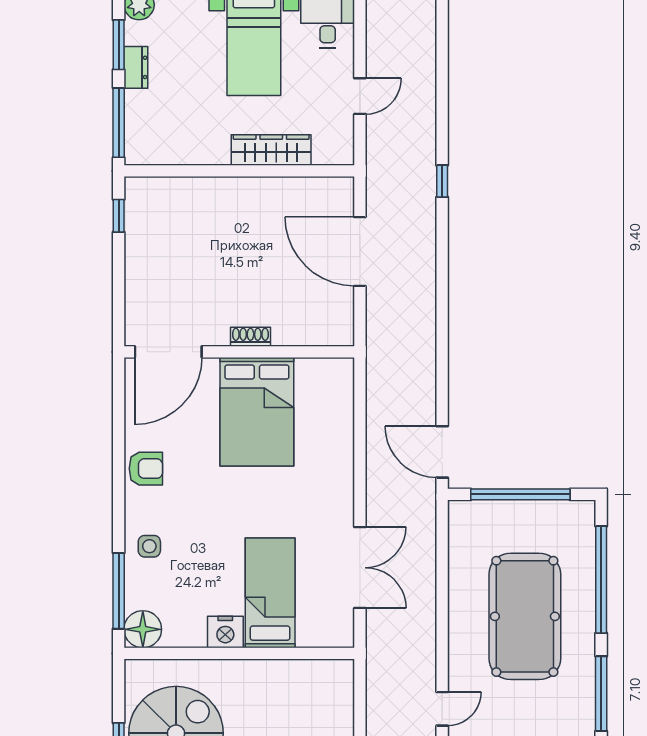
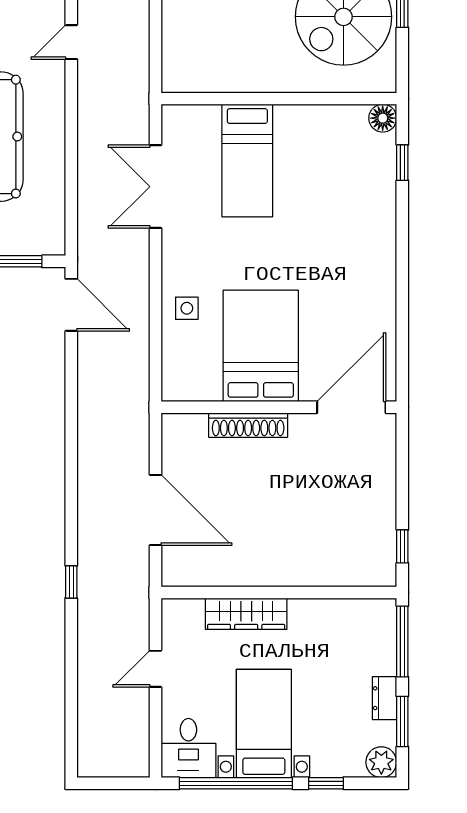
shoe rack: (250, 337) -> (248, 425), width x1.94, depth x1.24
armchair: (146, 469) -> (374, 288), removed
side table: (149, 546) -> (187, 308), moved
window: (119, 591) -> (402, 163), width x0.46
floor lamp: (143, 629) -> (383, 118), width x0.73, depth x0.73
nightstand: (225, 632) -> (293, 121), removed

